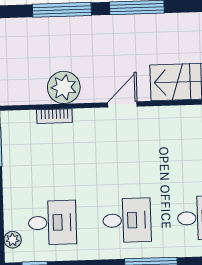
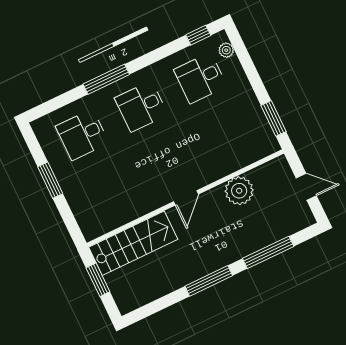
bookcase: (54, 116) -> (236, 164), removed

